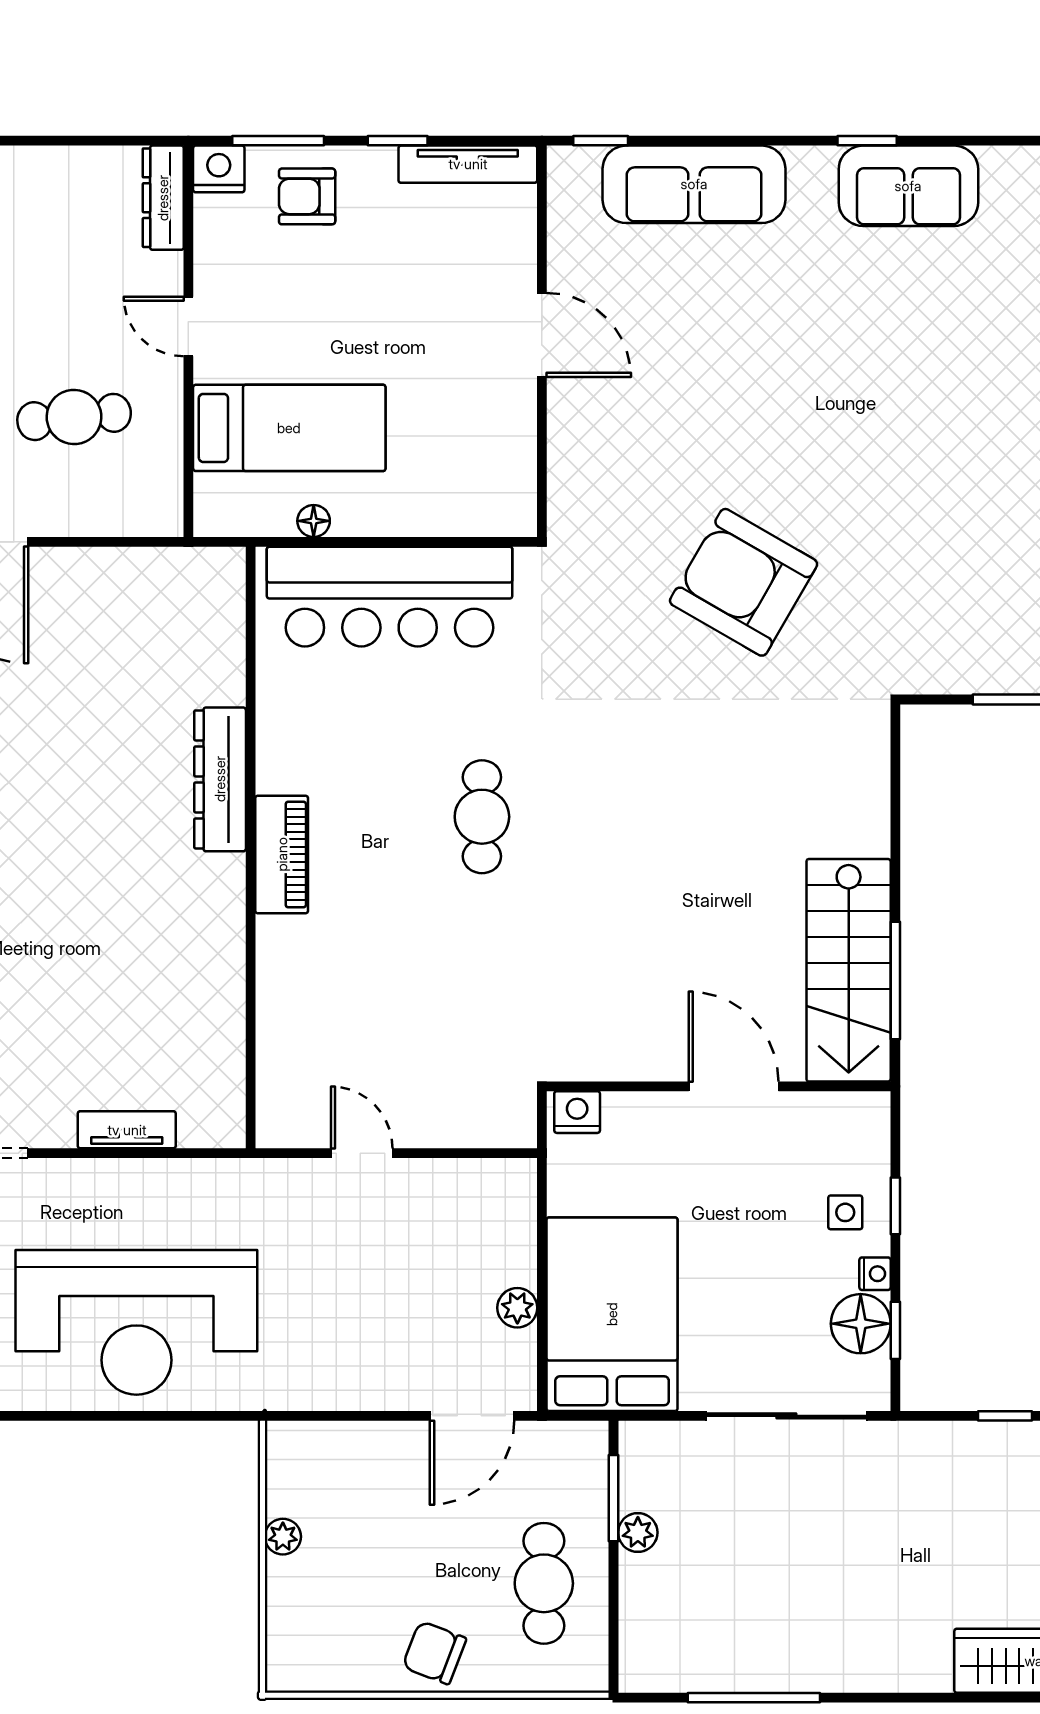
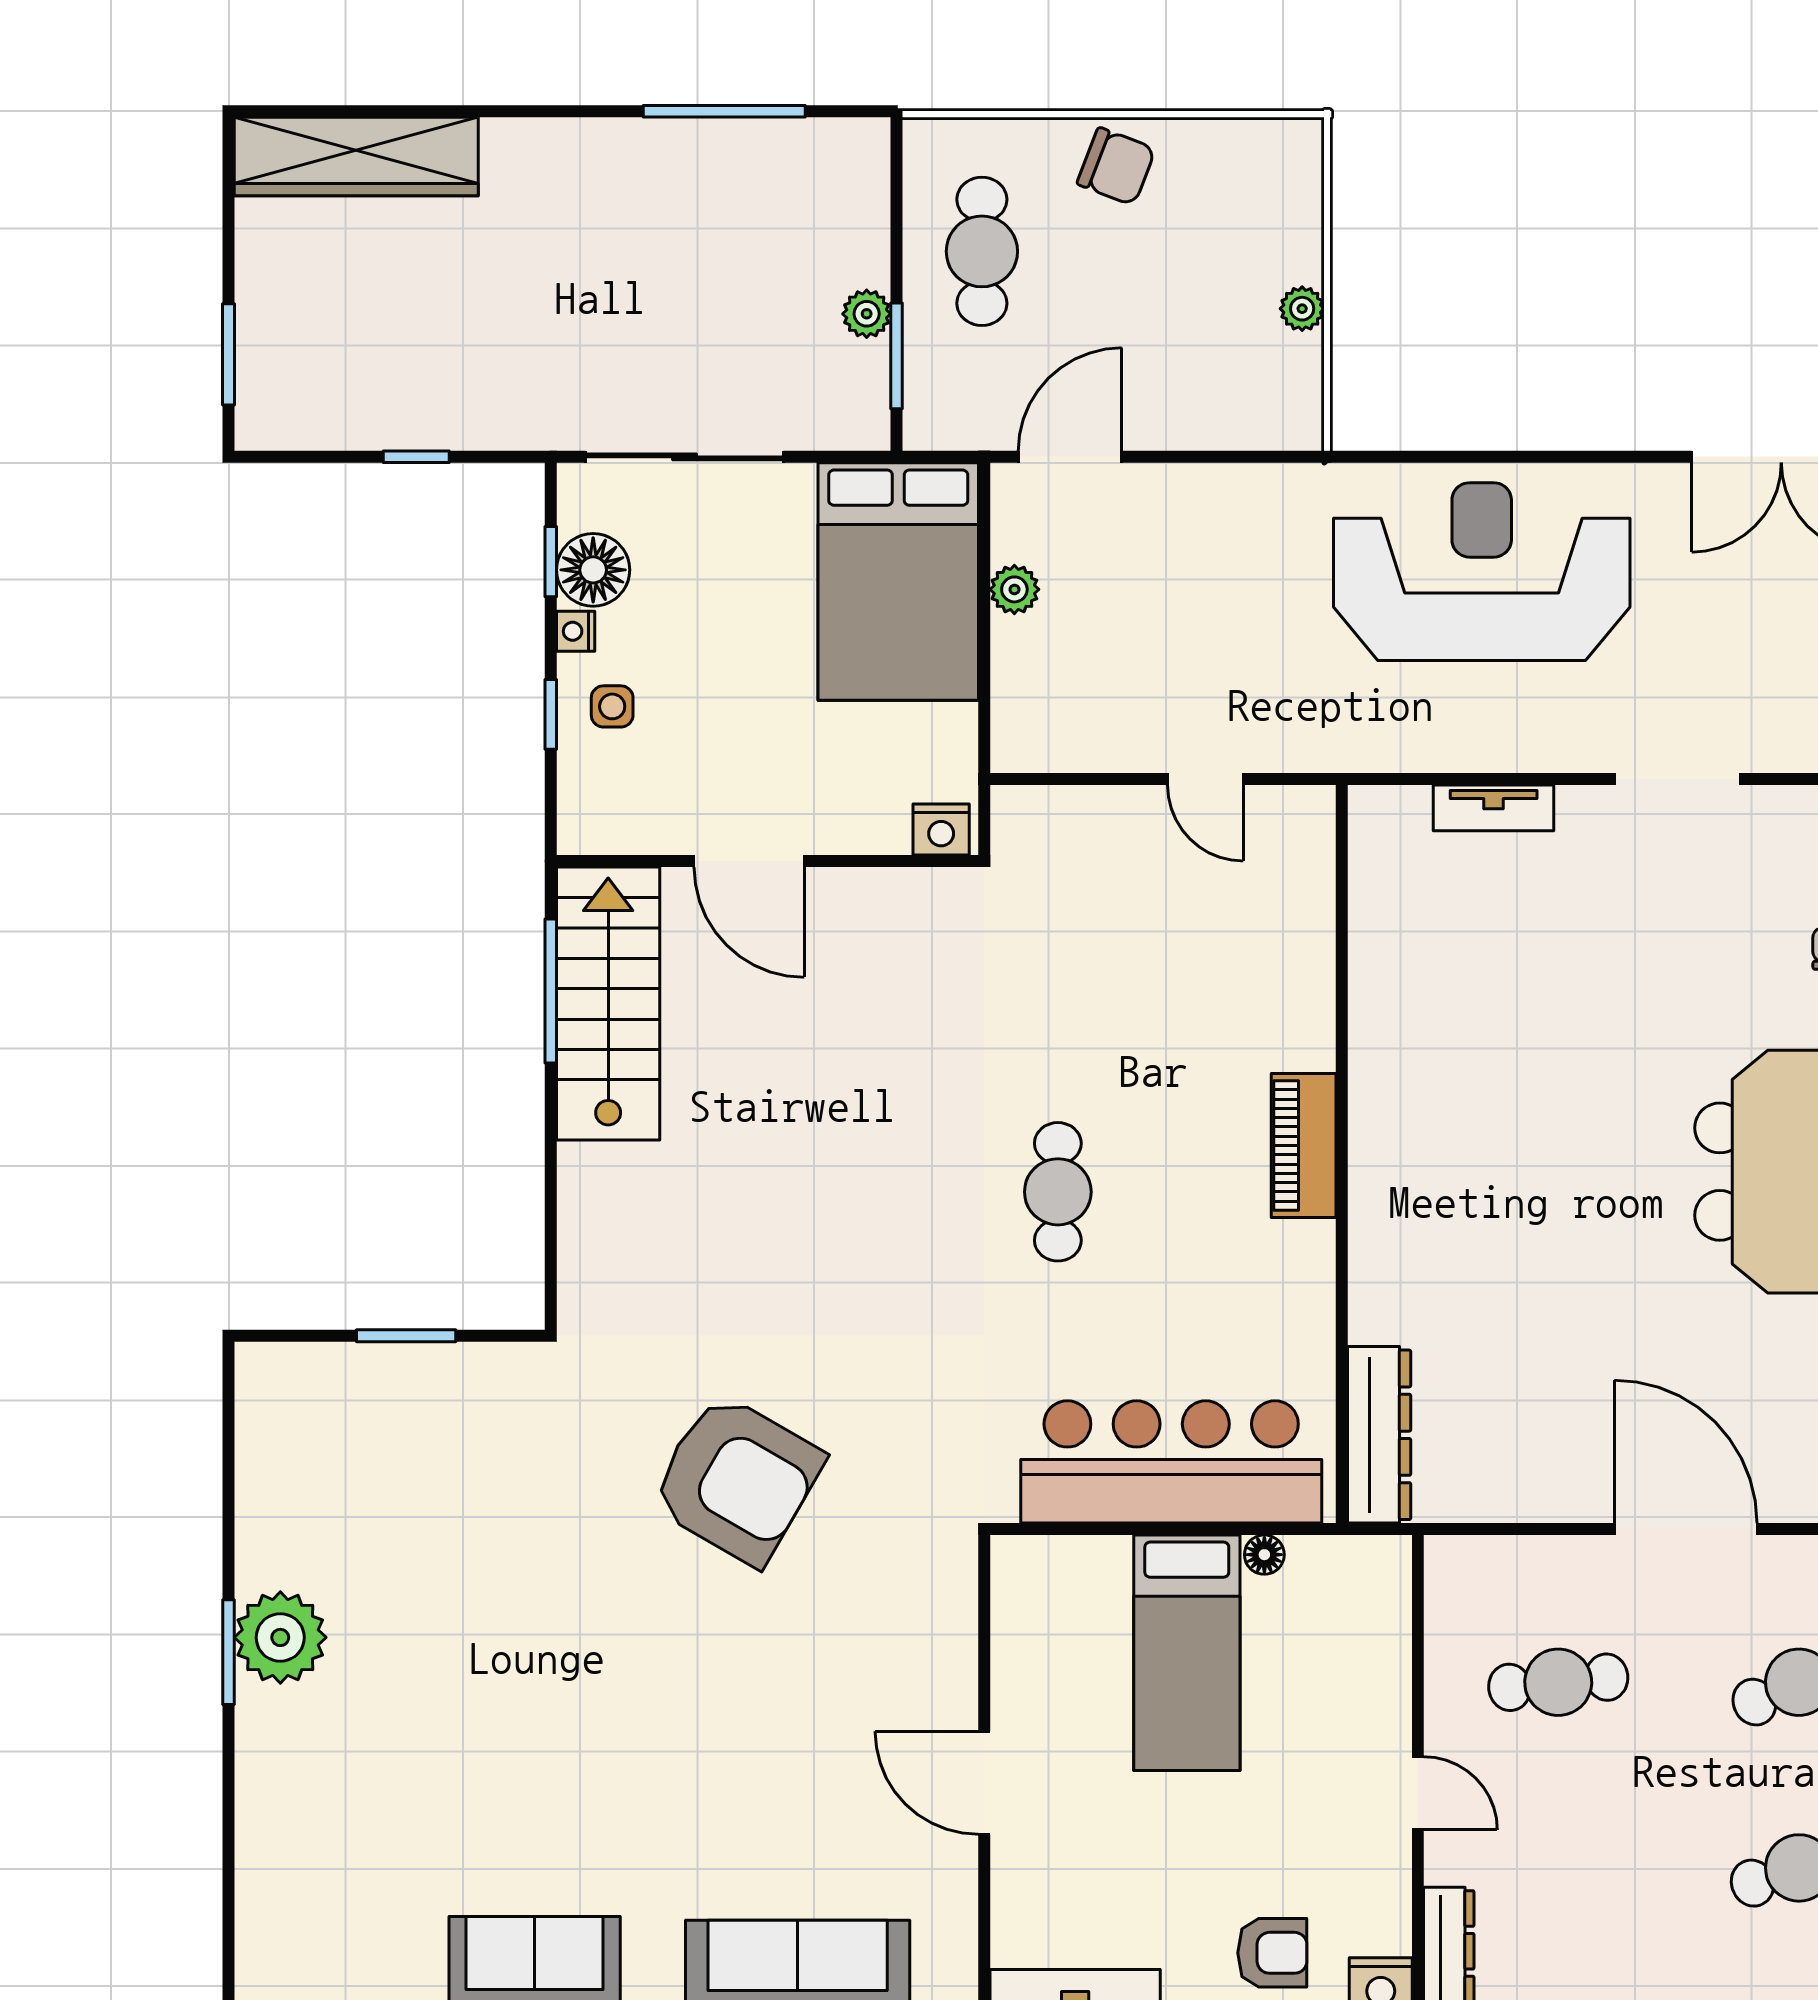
bed: (289, 428) -> (1187, 1653), moved, turned -90
dresser: (220, 779) -> (1379, 1435), moved

